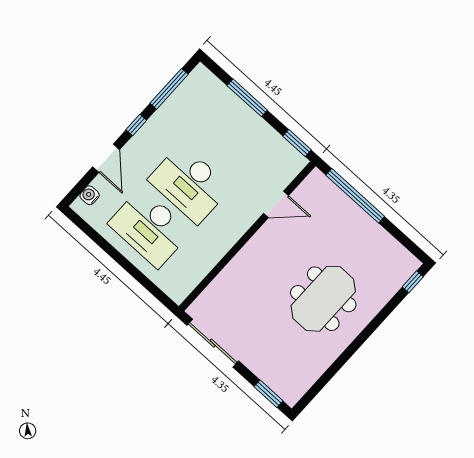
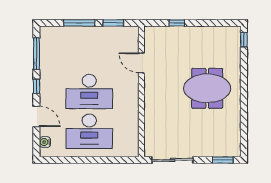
window: (297, 143) -> (113, 23), moved
window: (355, 196) -> (177, 23), width x0.32
door: (276, 204) -> (141, 63), swing flipped
meeting table: (323, 299) -> (207, 88), turned 90

